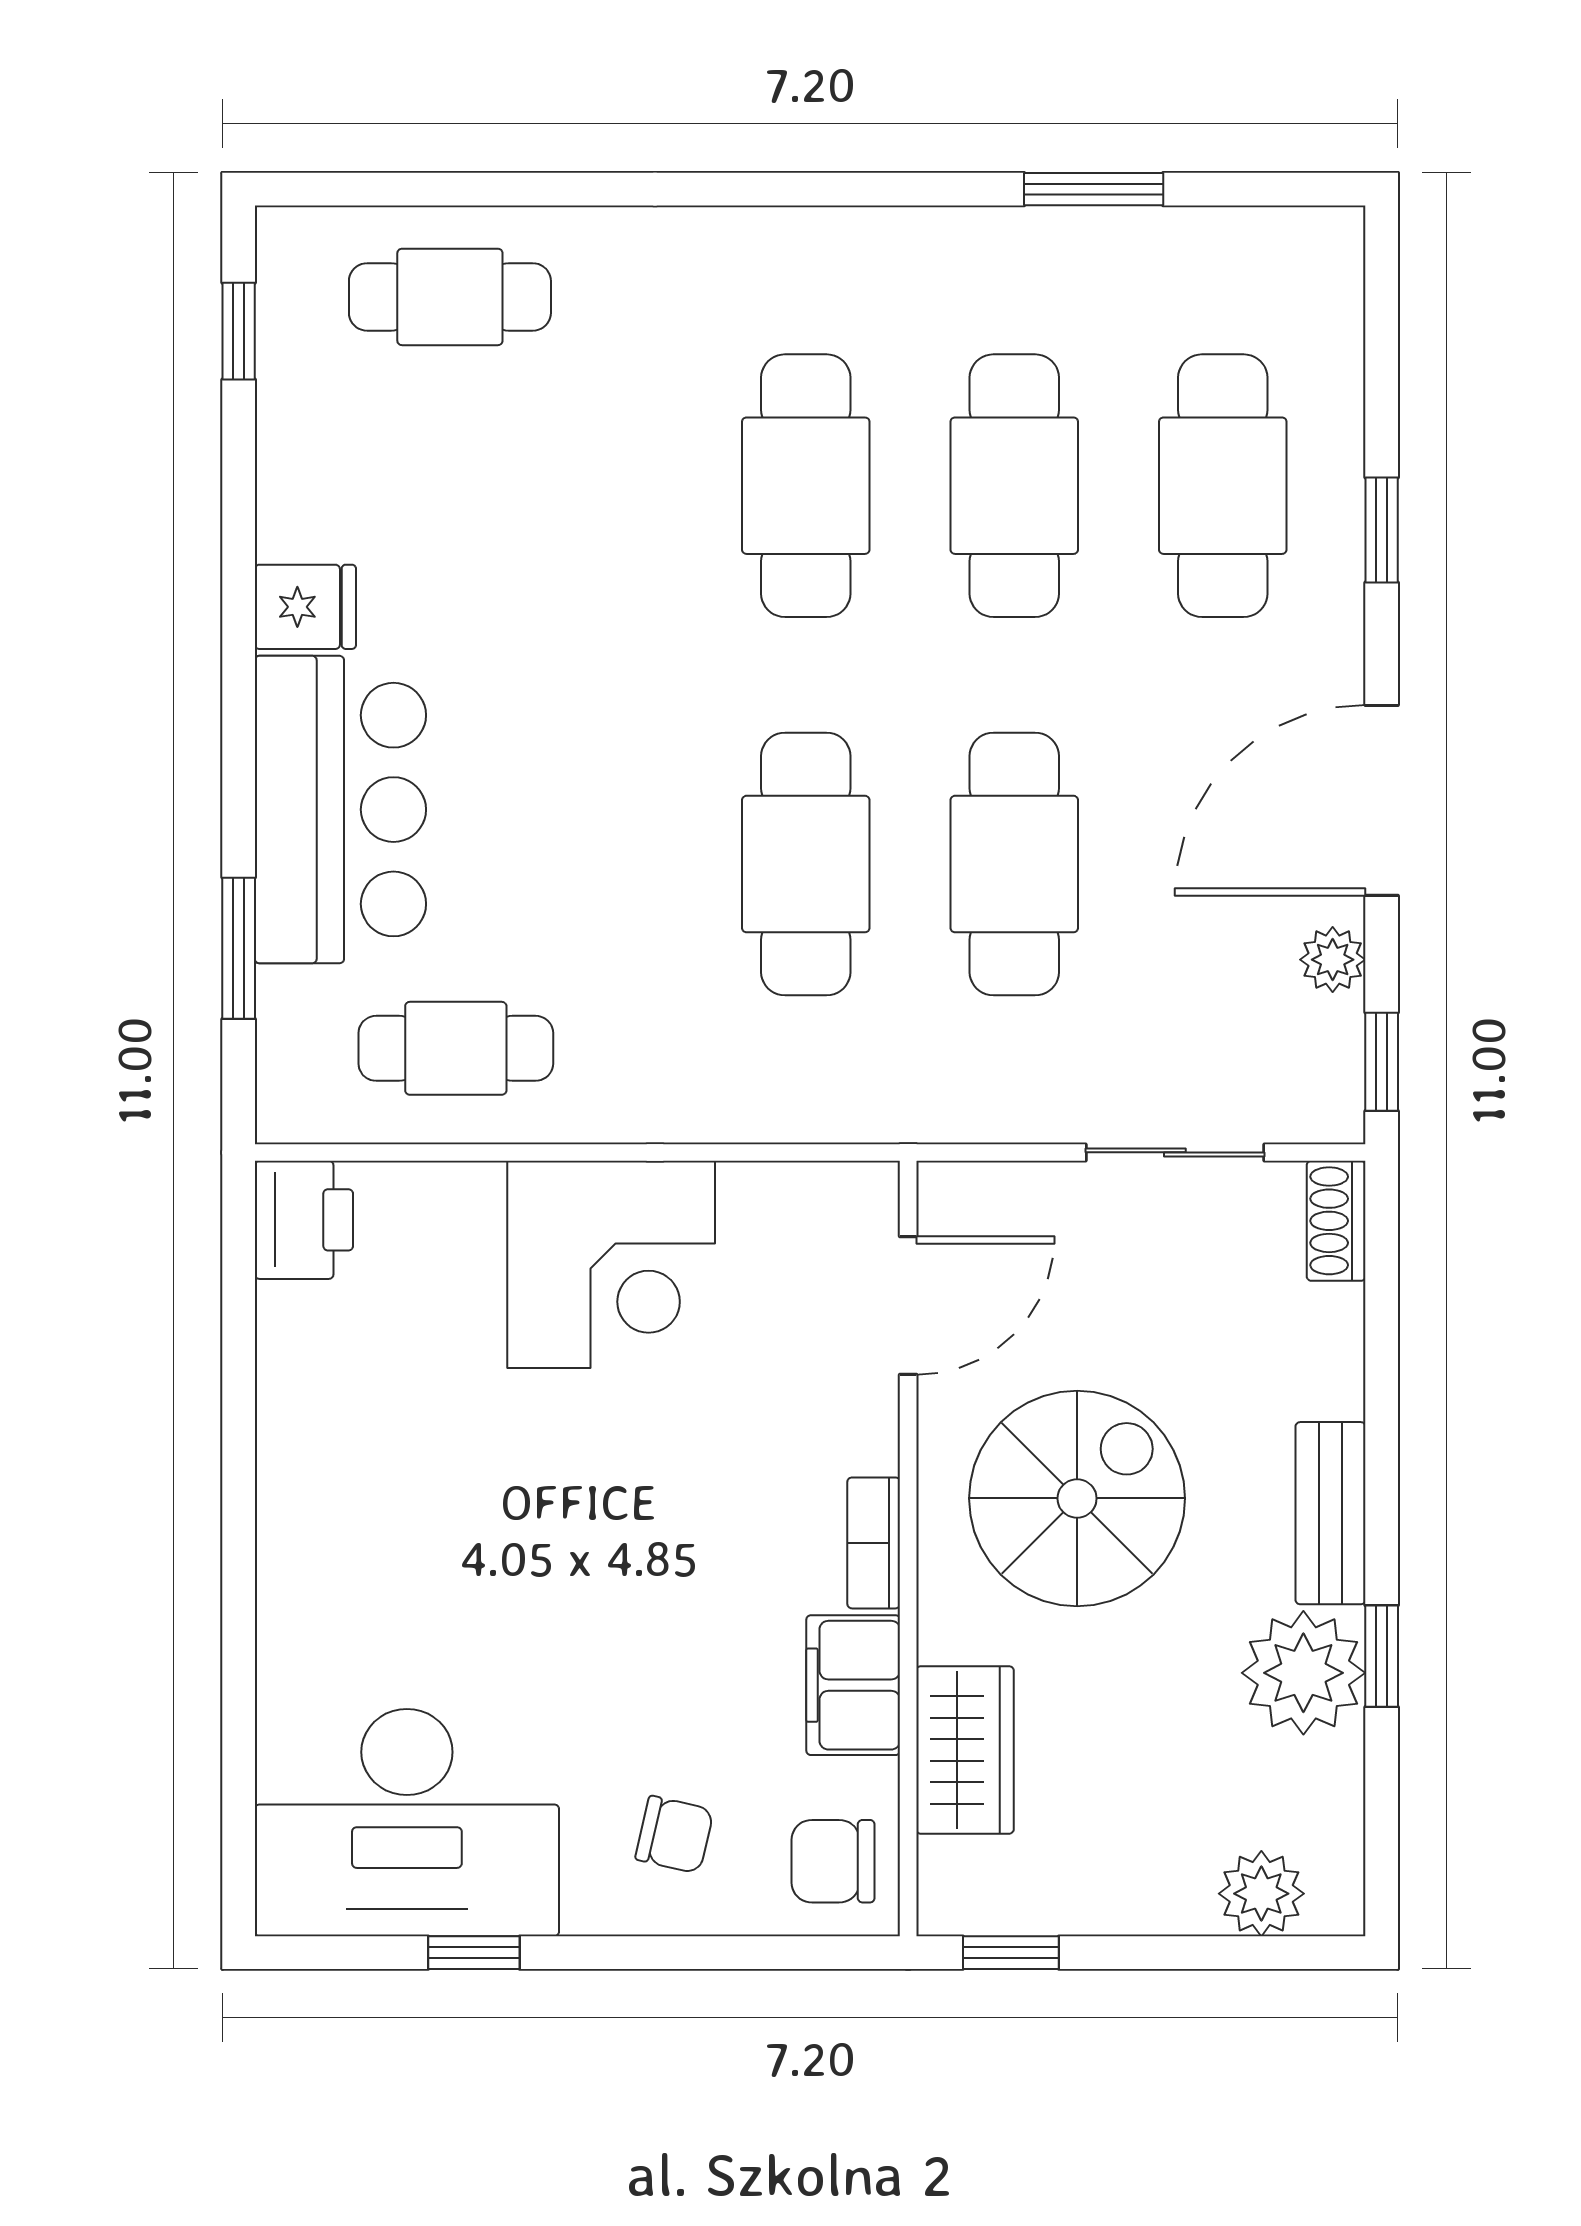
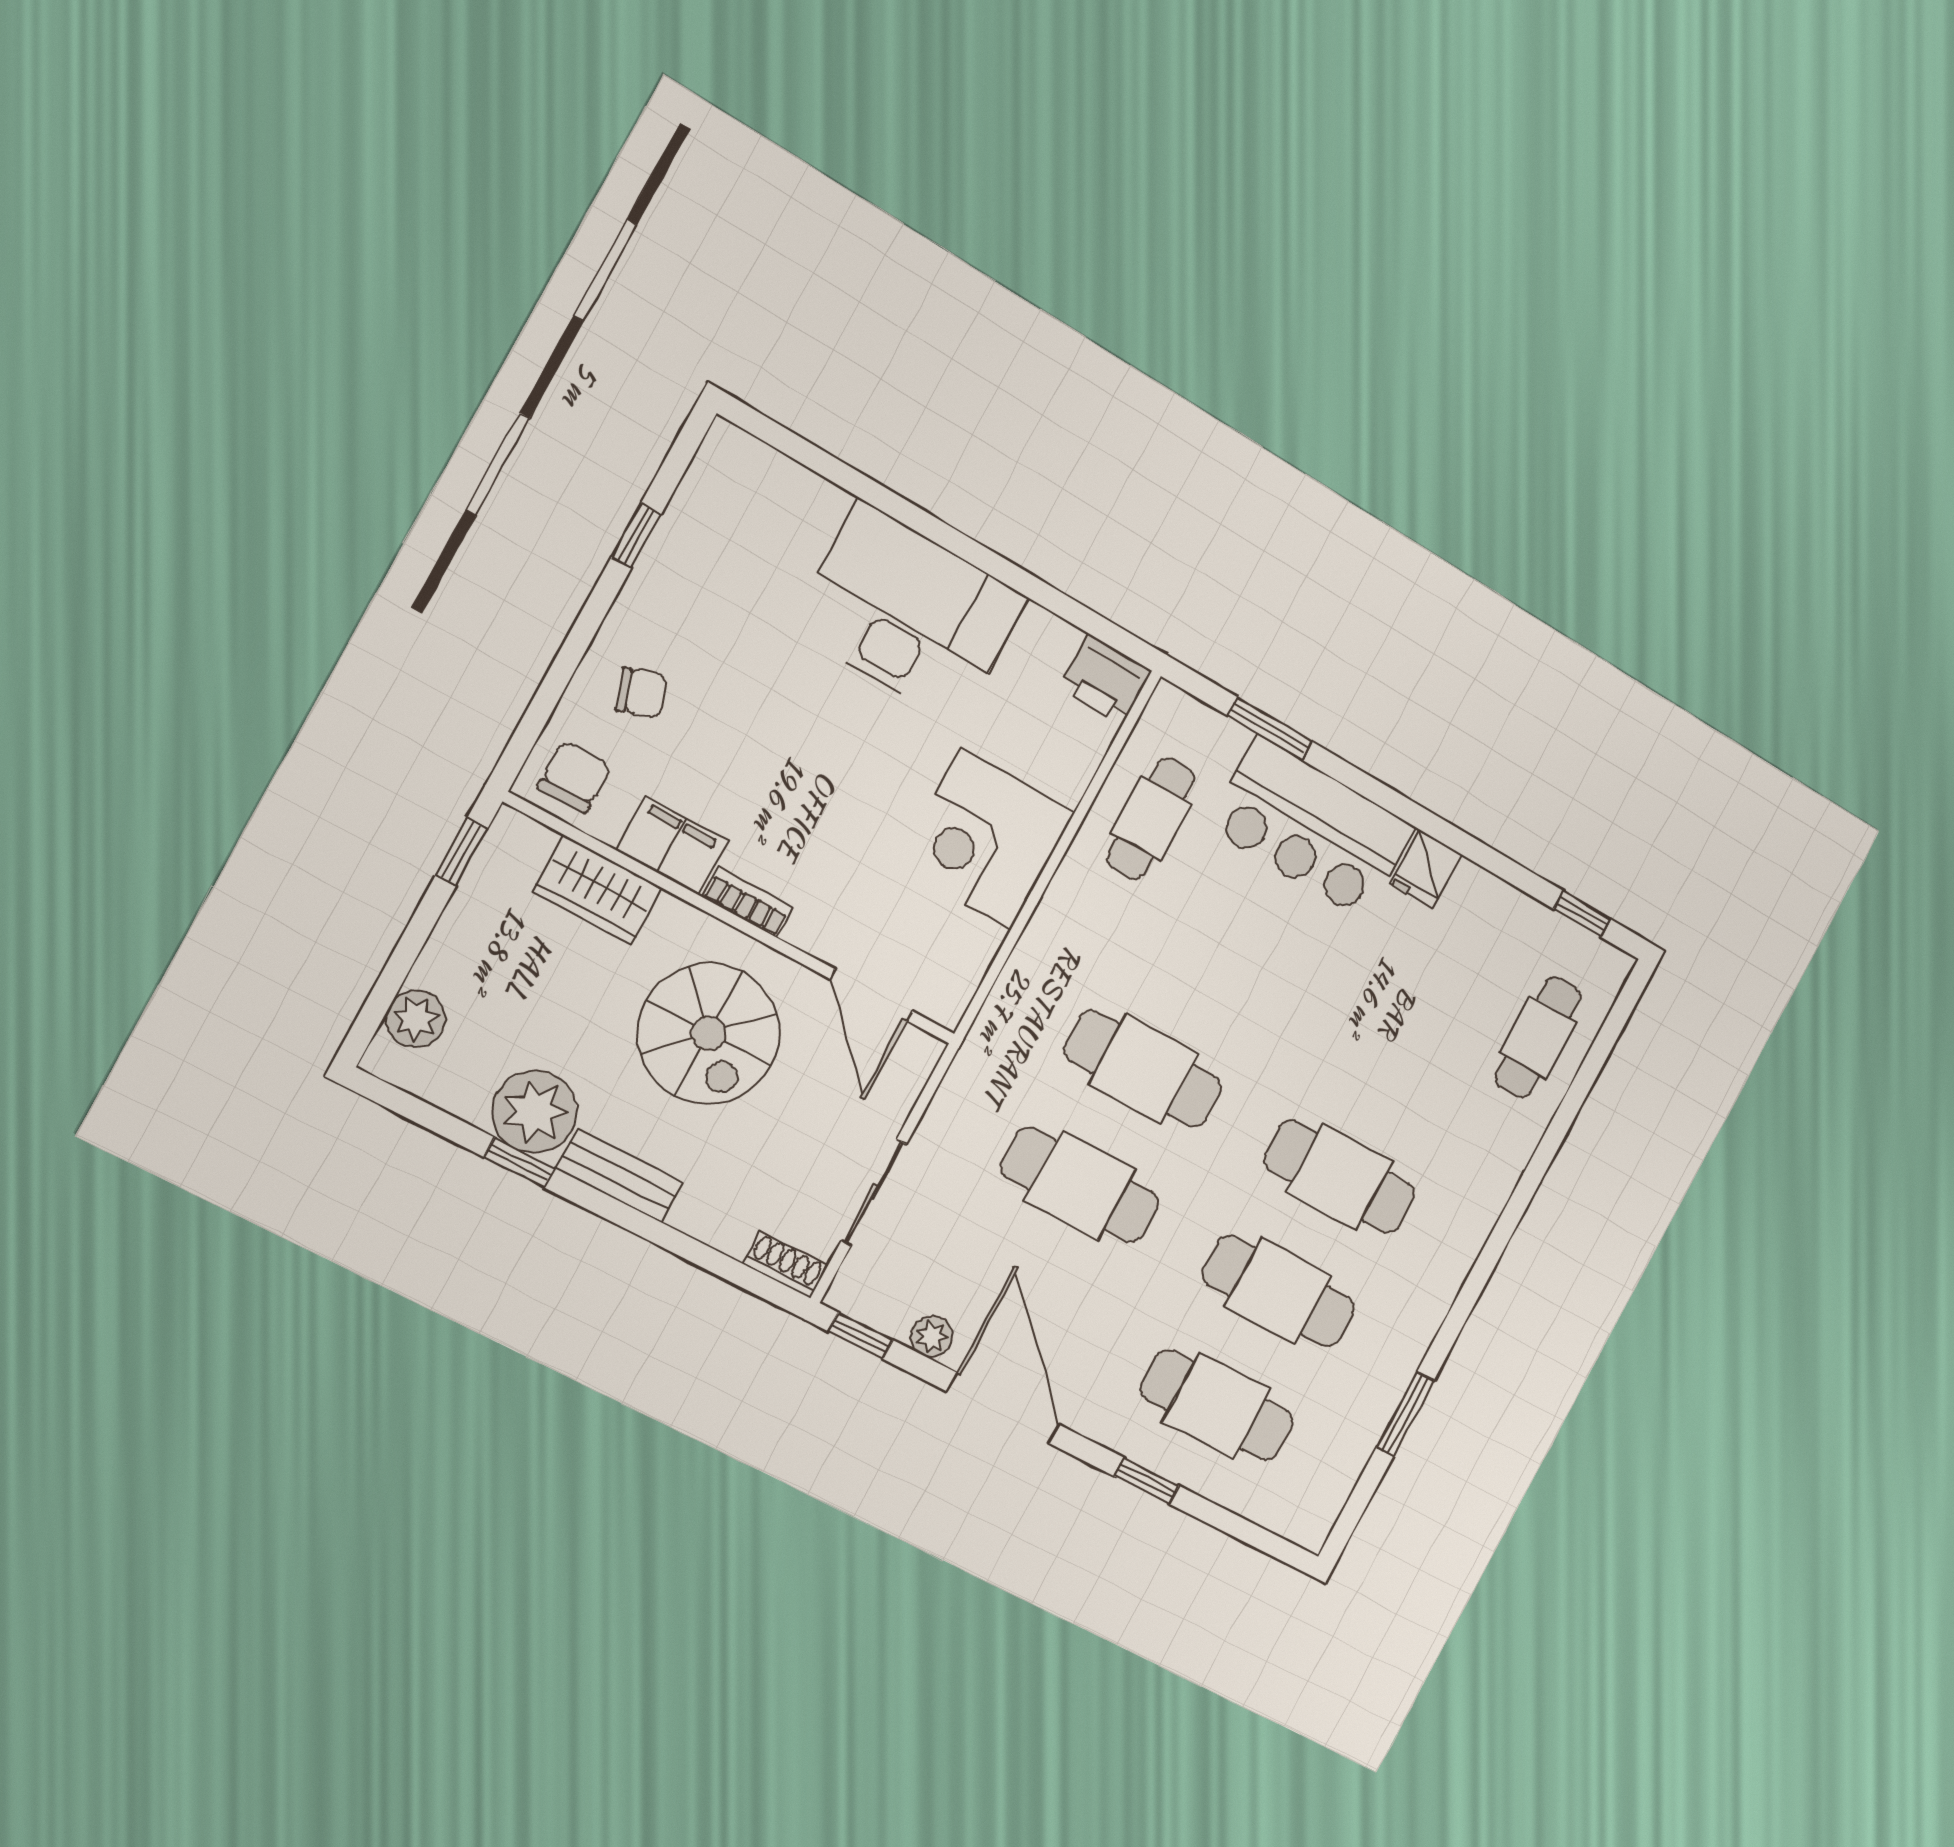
desk: (407, 1823) -> (909, 613), moved, turned 90
chair: (674, 1835) -> (641, 693), turned -122

